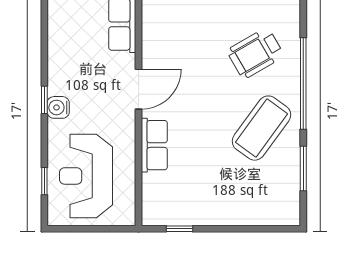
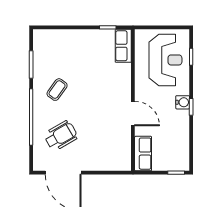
door: (139, 89) -> (133, 114), swing flipped
coffee table: (261, 128) -> (57, 90), width x0.54, depth x0.58
row of seats: (154, 145) -> (123, 46), moved

